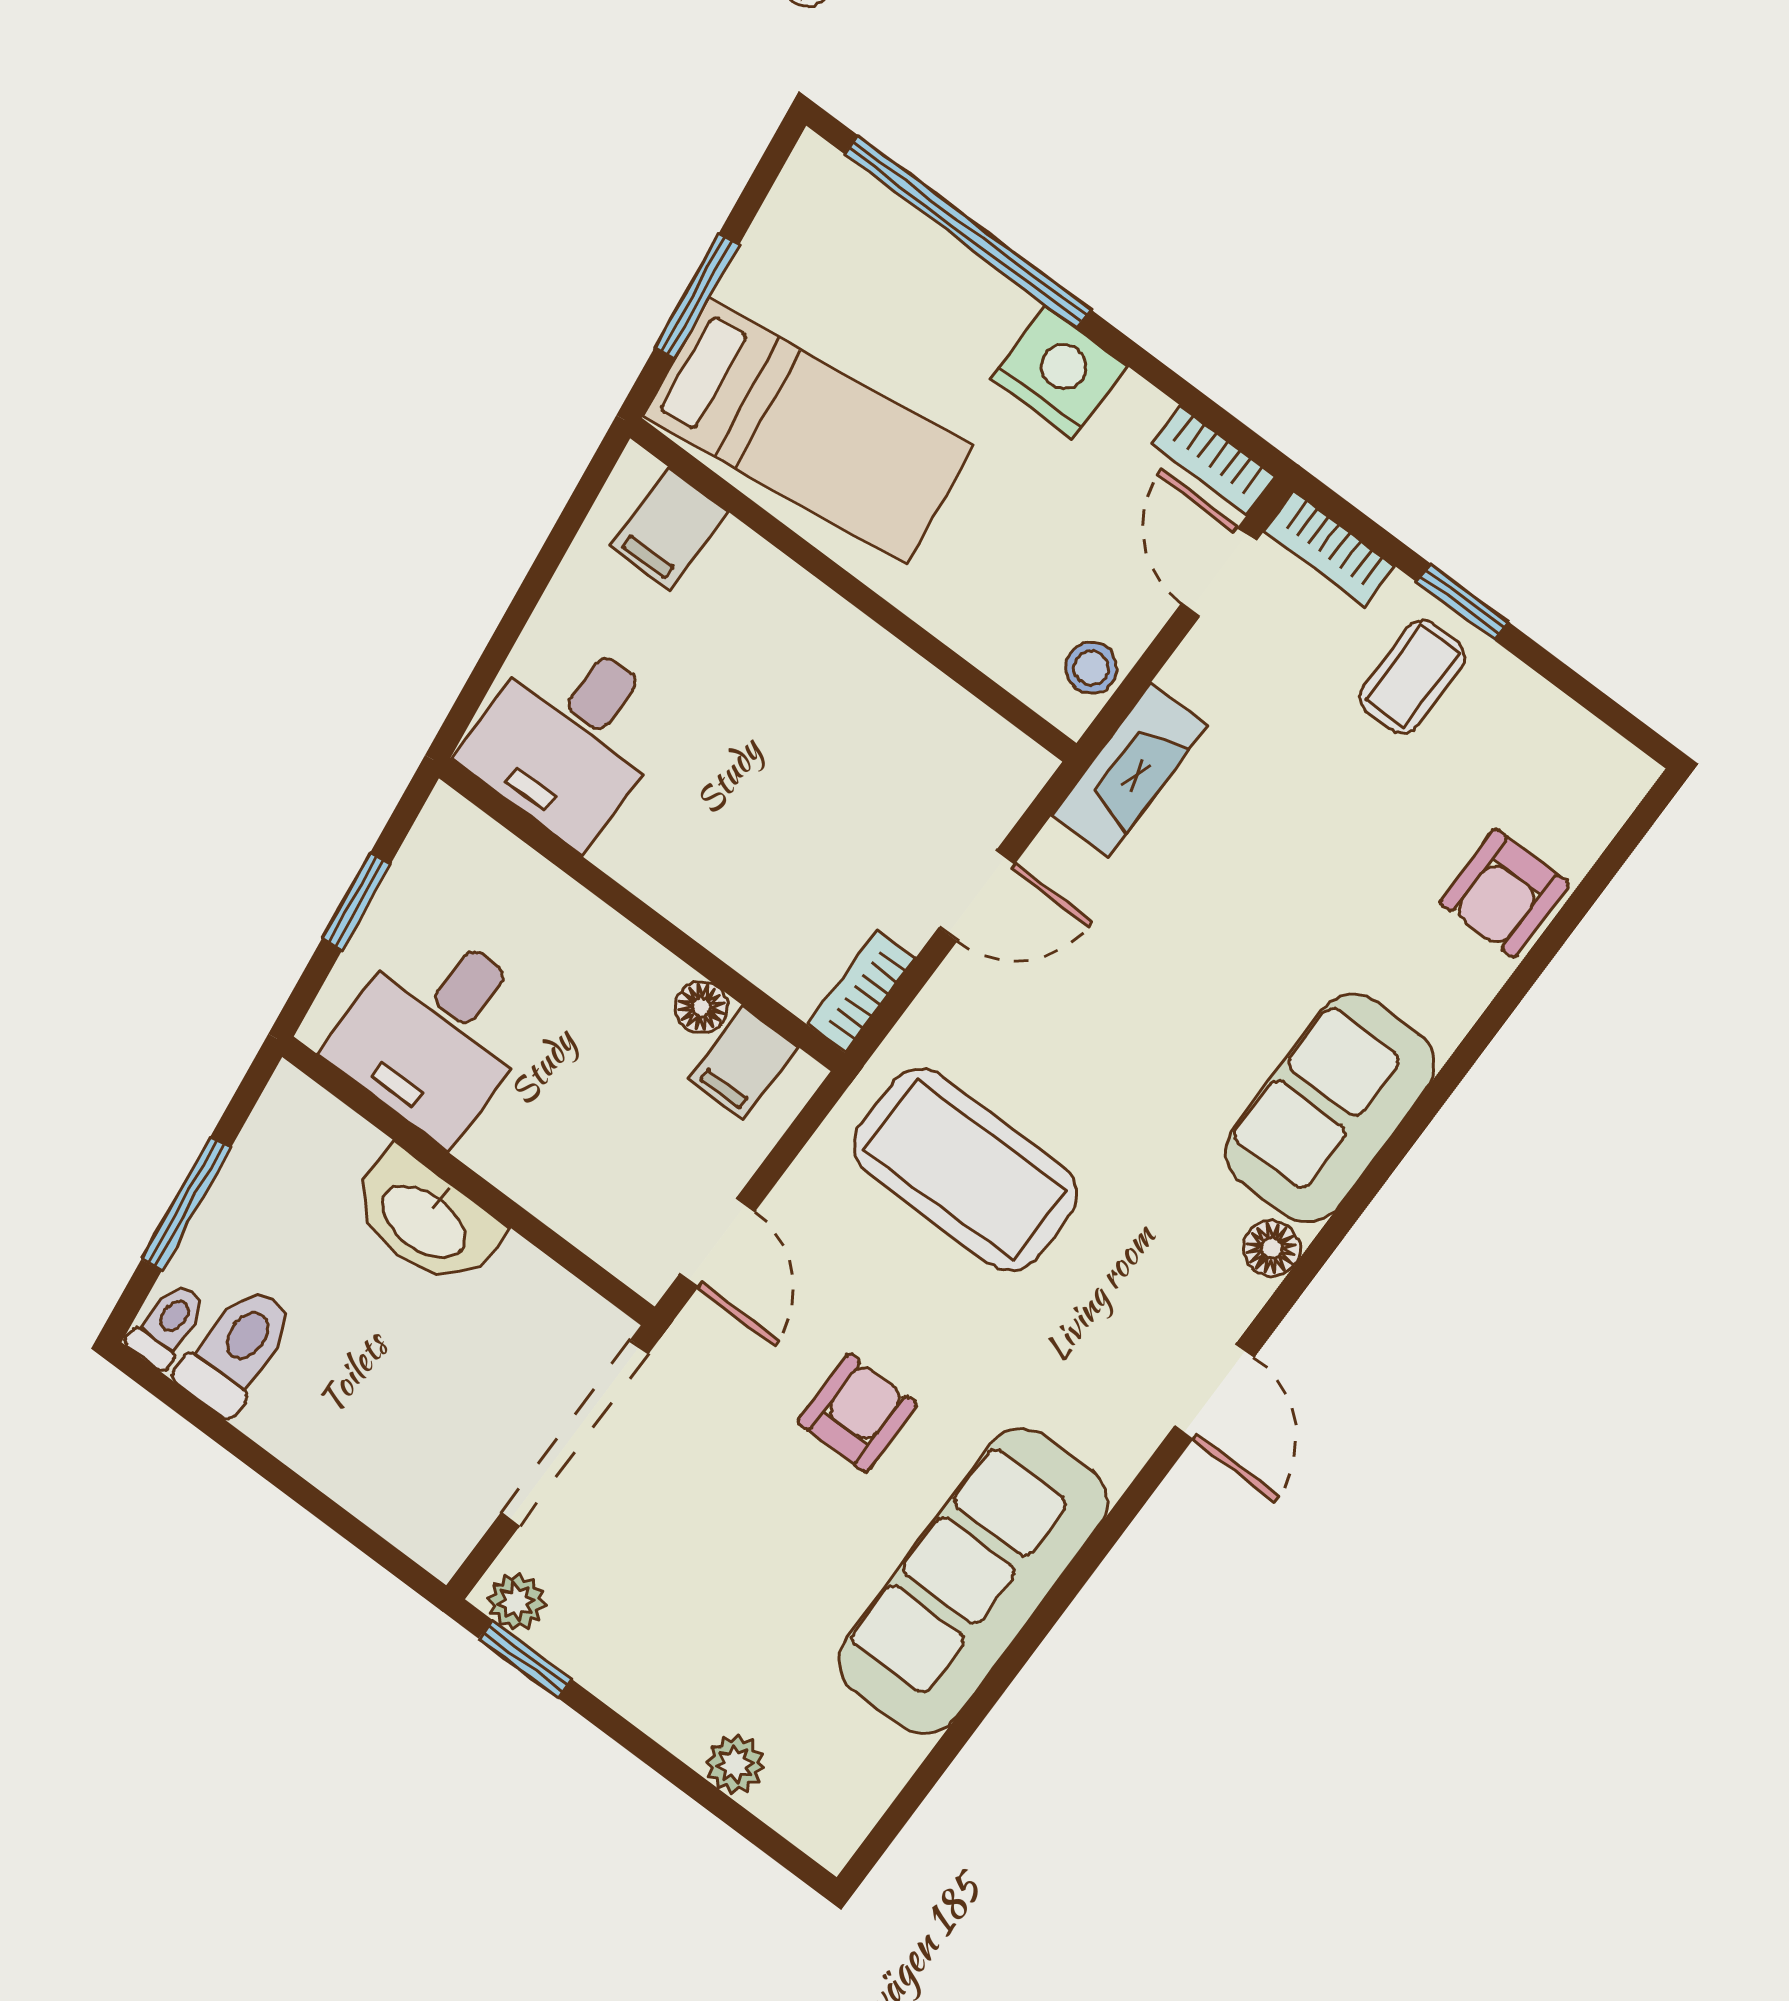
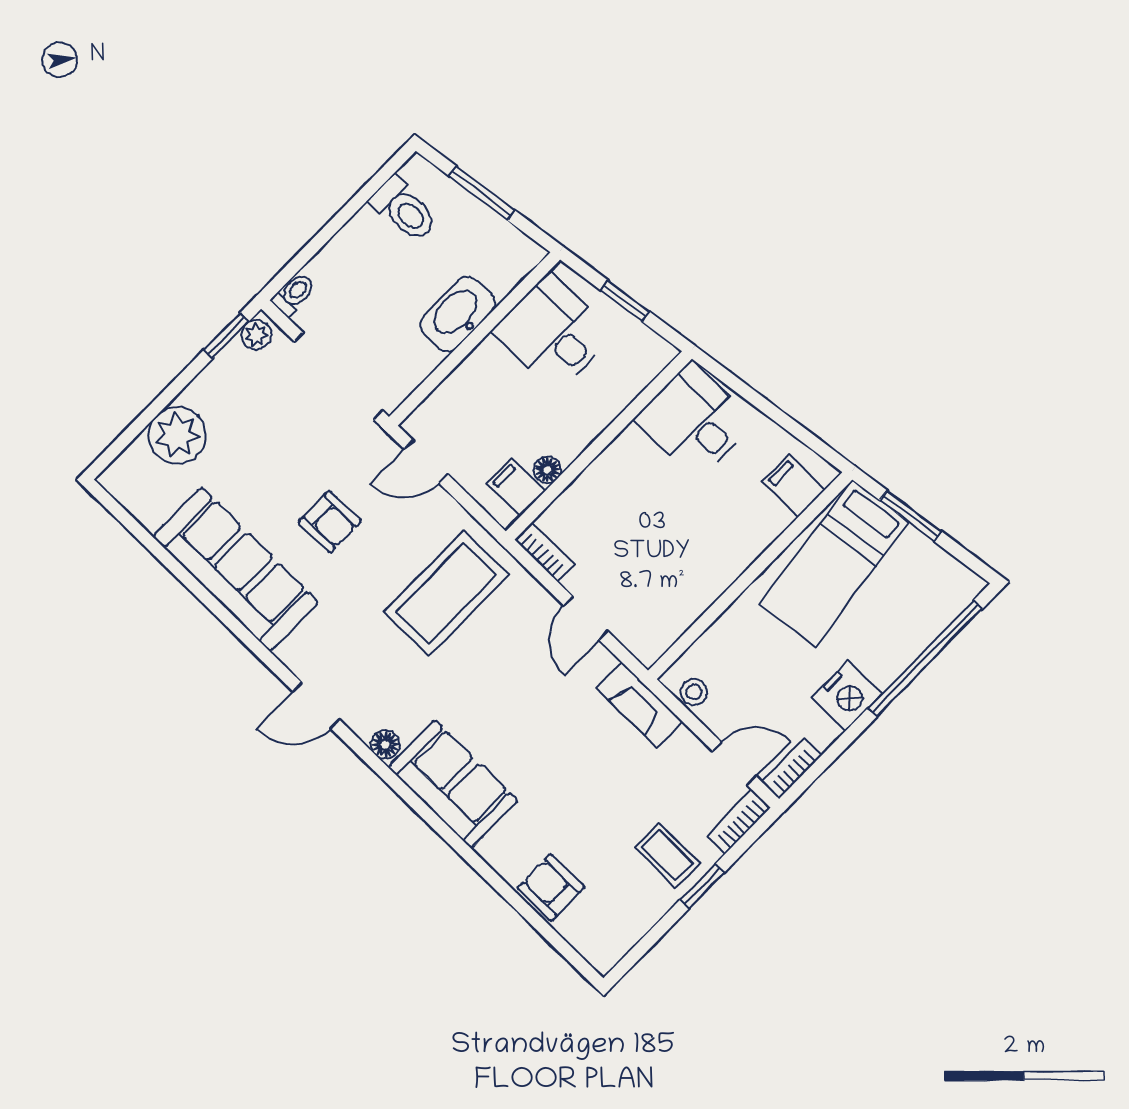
toilet: (168, 1325) -> (294, 294), moved, turned -90
plant: (735, 1765) -> (177, 435), width x1.87, depth x1.87

